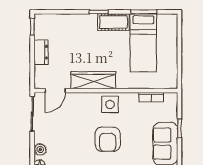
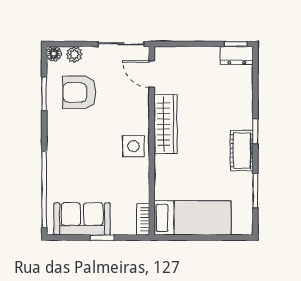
bed: (143, 43) -> (192, 218), moved, turned 180
dresser: (41, 52) -> (237, 55), moved
bookcase: (151, 97) -> (143, 219), moved
armchair: (108, 139) -> (79, 92), moved

